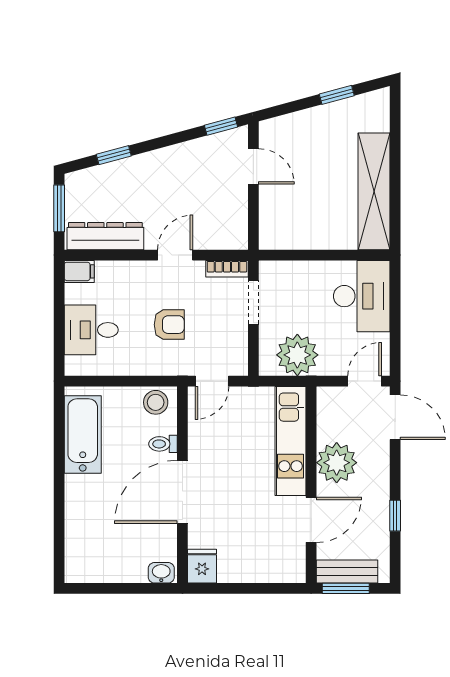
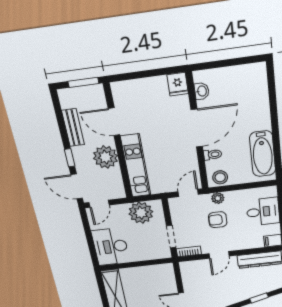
plant: (164, 365) -> (218, 198), added
window: (395, 516) -> (70, 158), moved
door: (311, 520) -> (114, 122), hinge flipped
bench: (347, 571) -> (73, 128), moved, turned 90
washbasin: (161, 573) -> (202, 91), moved, turned -90

